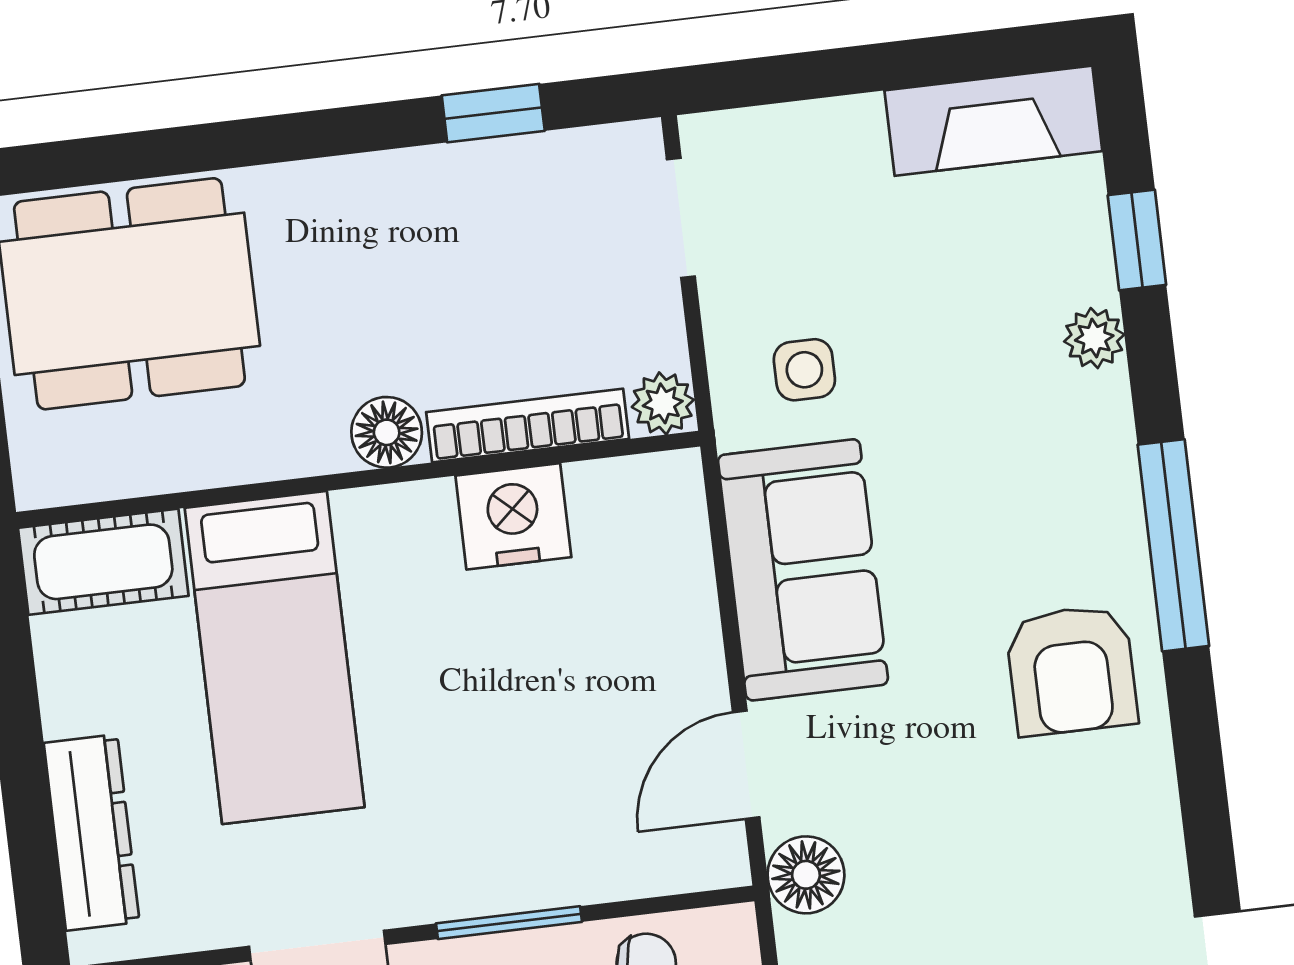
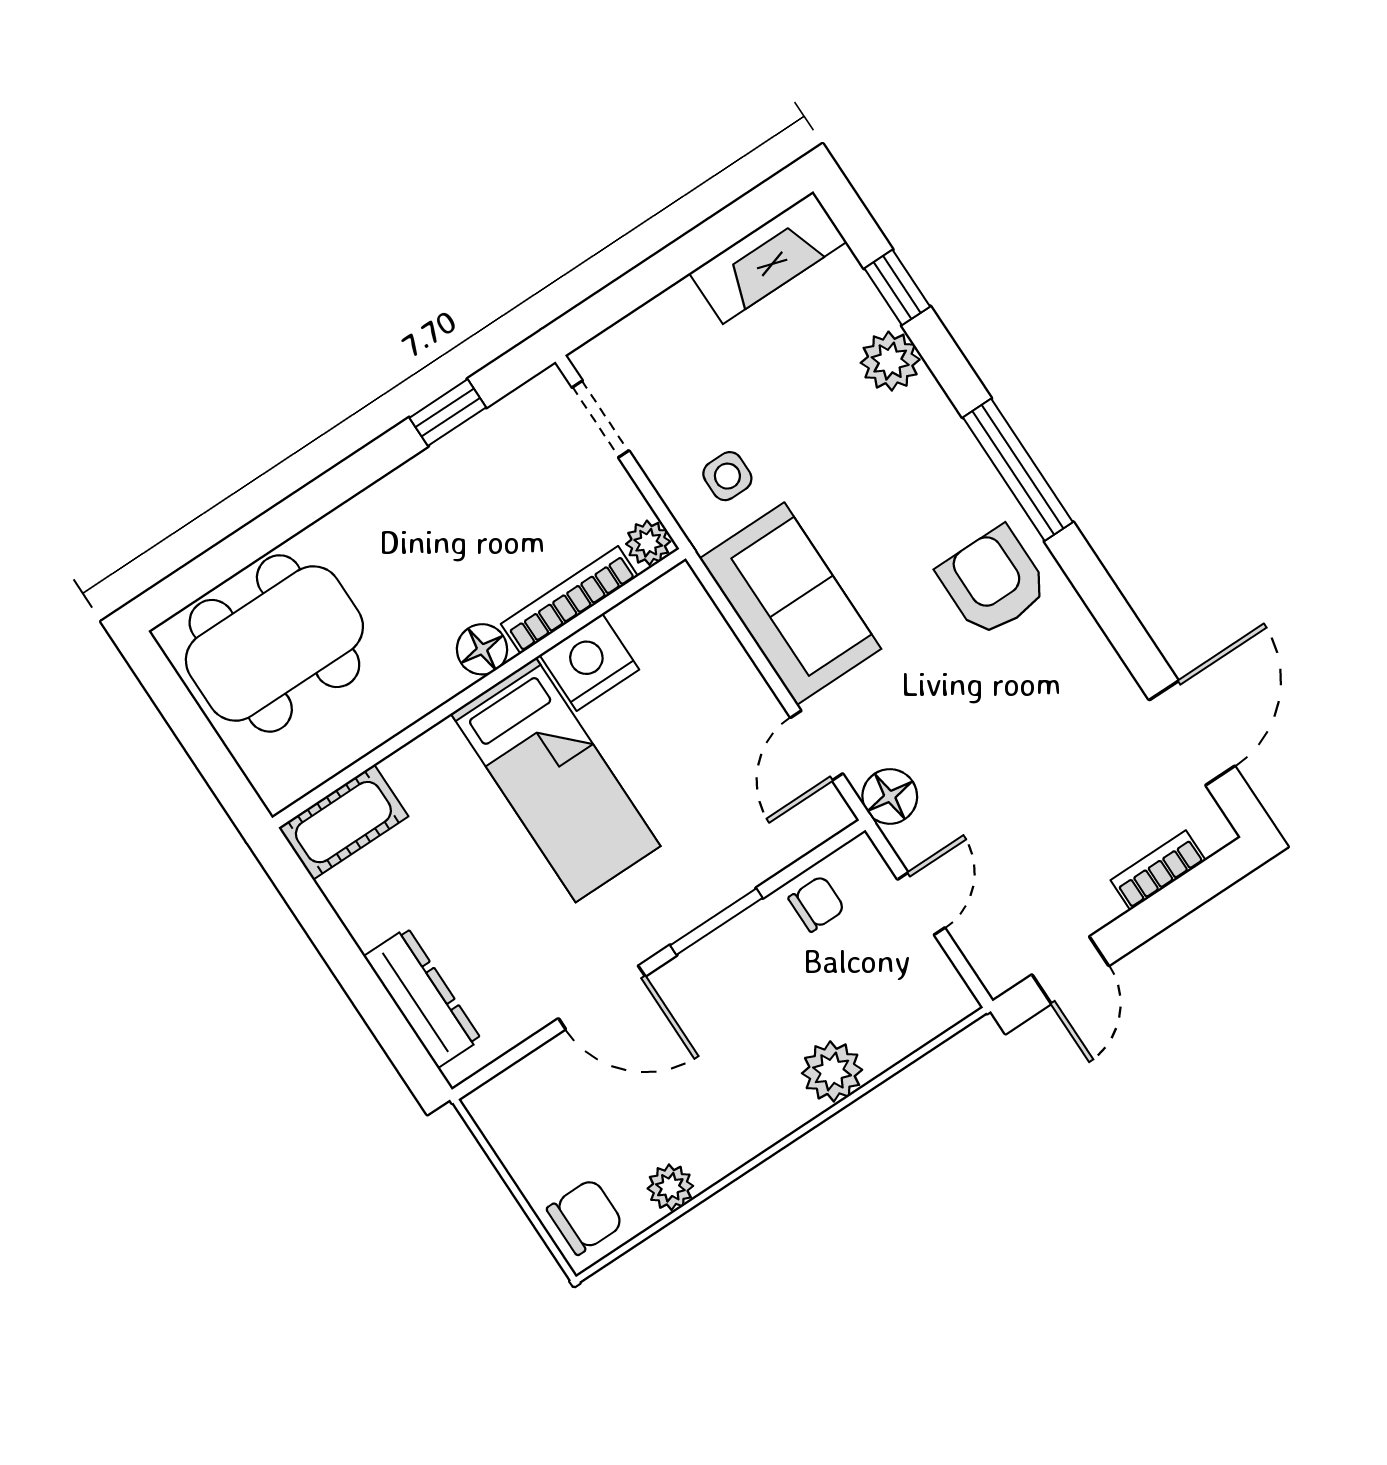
plant: (1094, 338) -> (890, 361), width x1.38, depth x1.38
bed: (275, 658) -> (556, 780), moved
armchair: (1072, 670) -> (993, 582), turned 180

